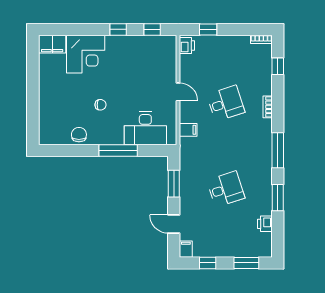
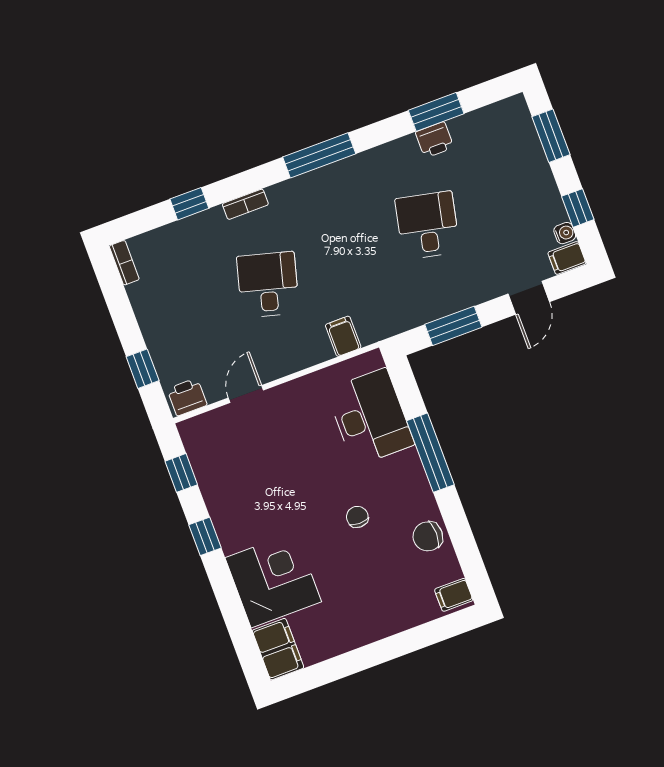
window: (278, 66) -> (189, 204), moved
door: (178, 92) -> (246, 394), moved
desk: (226, 103) -> (268, 285), turned 33
filing cabinet: (47, 137) -> (454, 595), added
desk: (226, 189) -> (428, 225), turned 30
window: (278, 198) -> (436, 112), moved
printer: (265, 224) -> (435, 140), moved
water cooler: (198, 252) -> (565, 233), added

